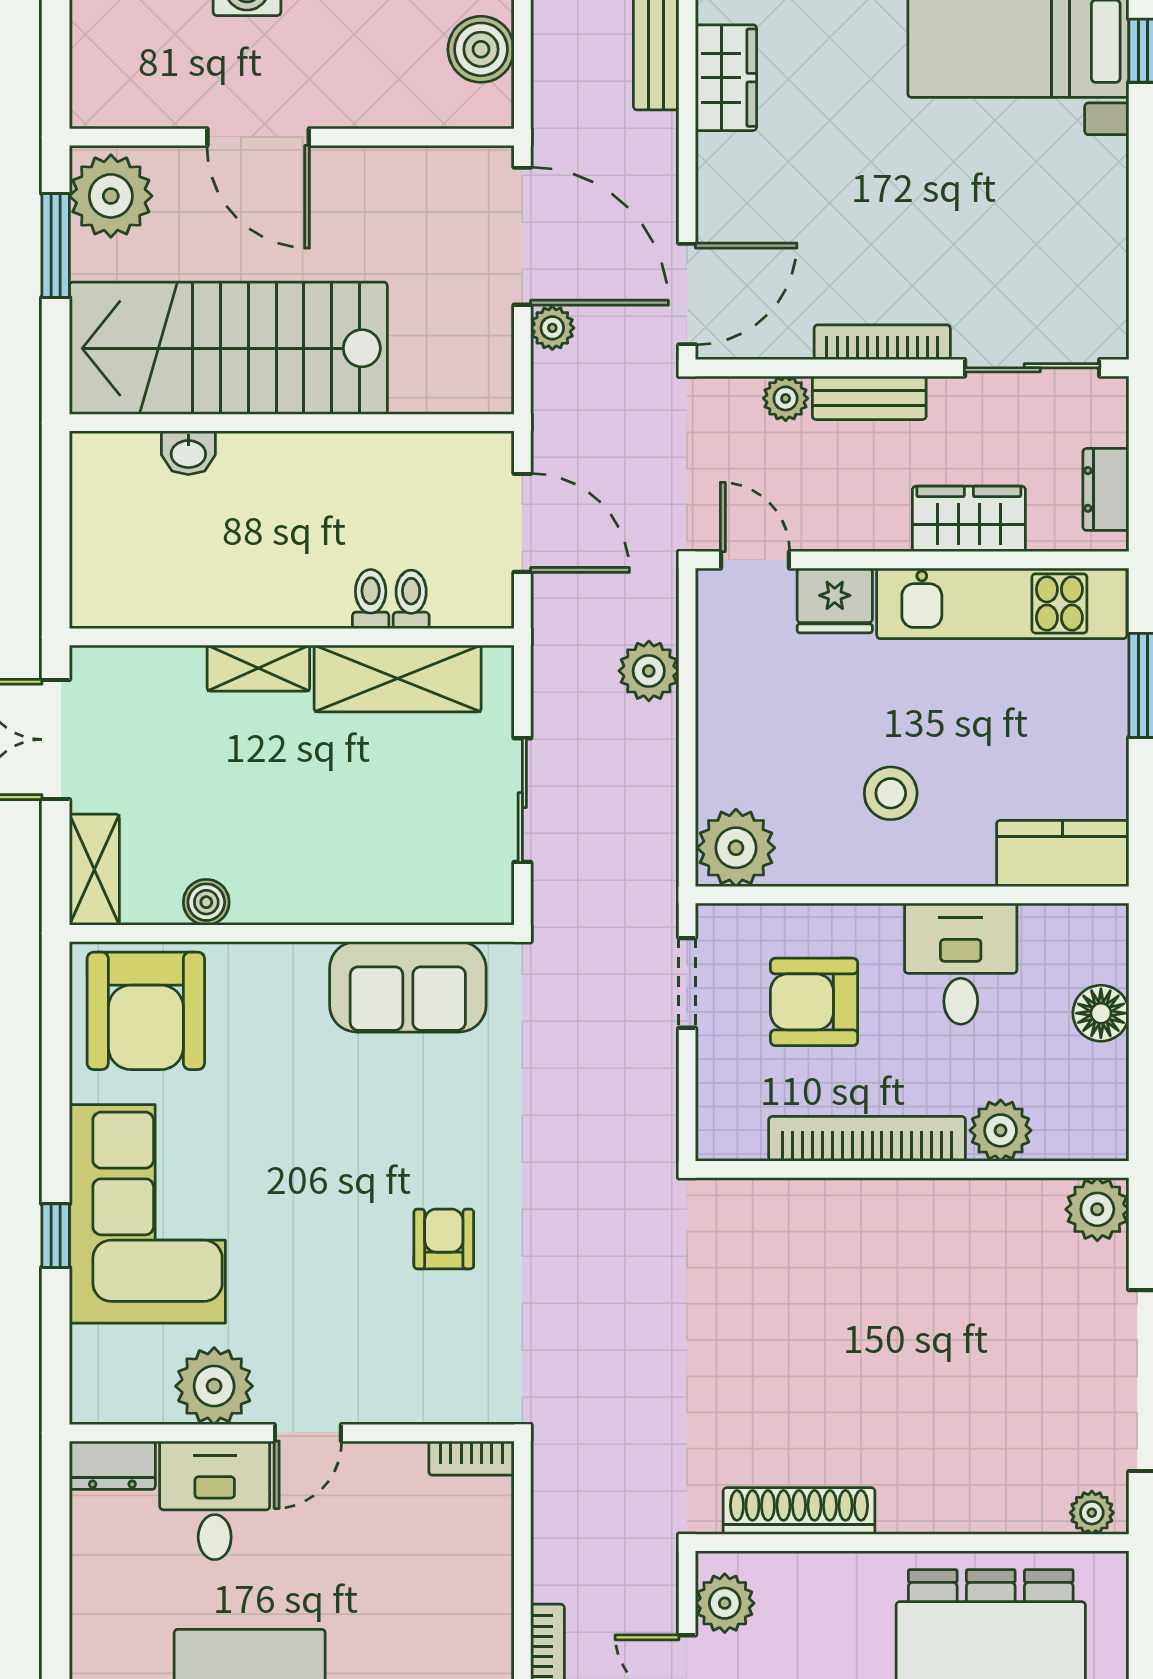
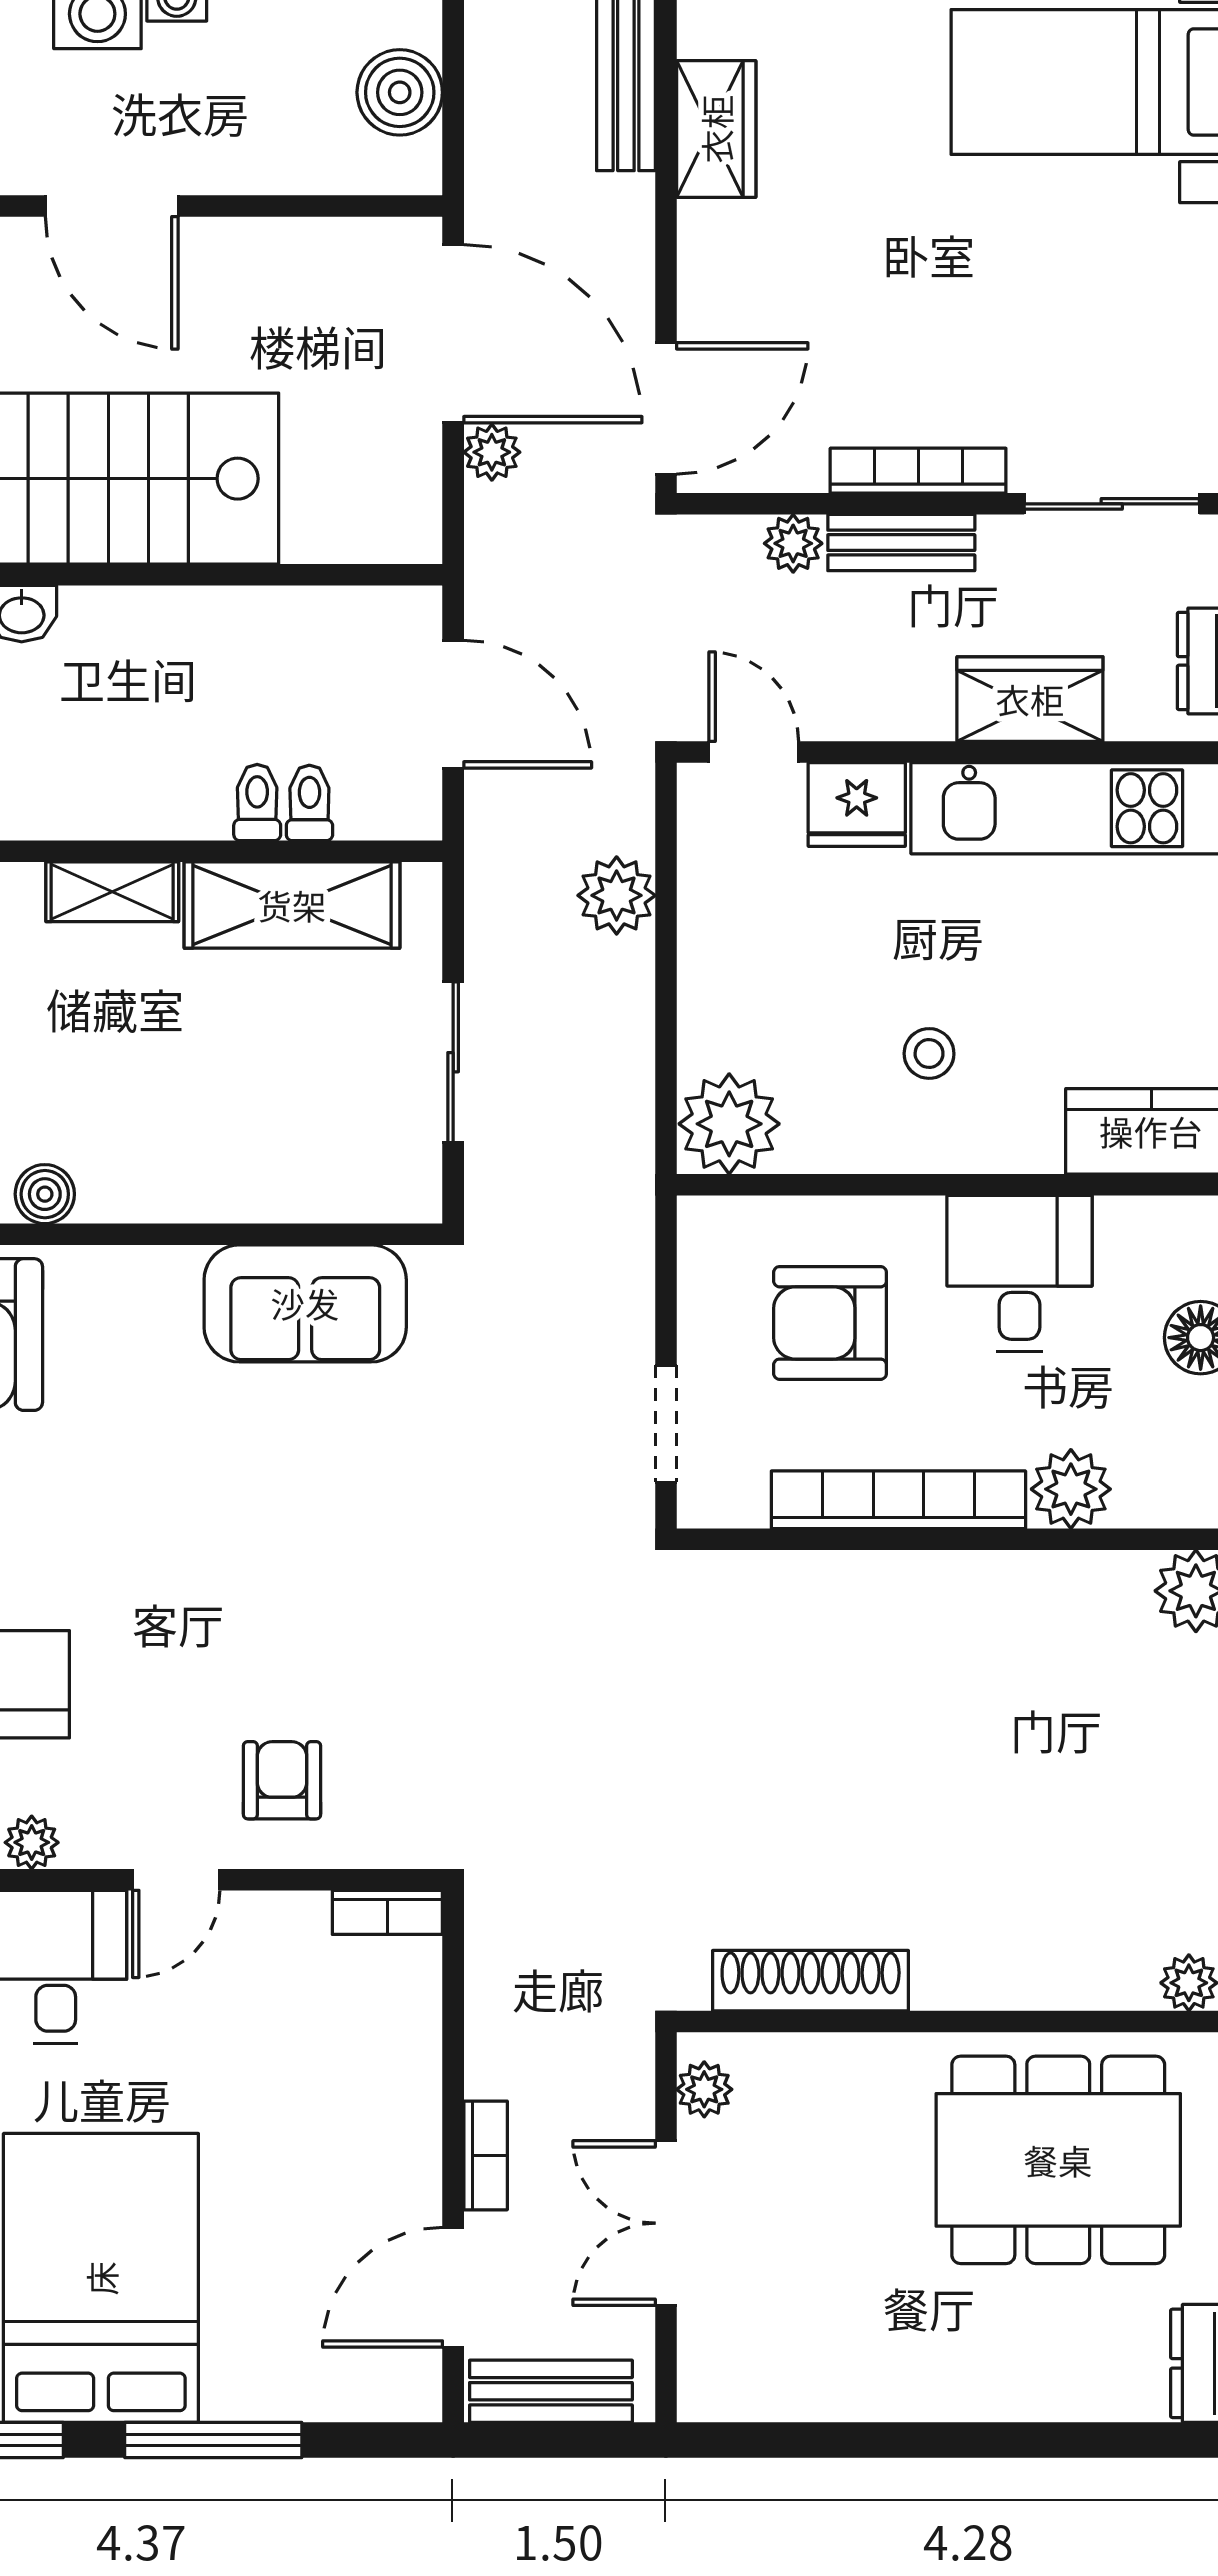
stool: (891, 793) -> (929, 1053), width x0.73, depth x0.73
doorway: (687, 983) -> (666, 1424), moved
armchair: (444, 1239) -> (282, 1780), moved
plant: (214, 1386) -> (32, 1842), width x0.53, depth x0.53
plant: (725, 1603) -> (704, 2089), width x0.73, depth x0.73

